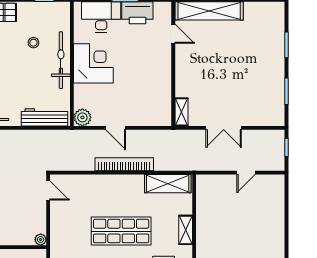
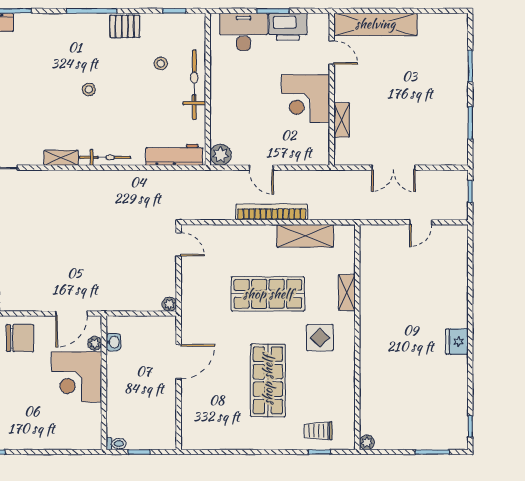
corner desk: (93, 63) -> (305, 99), moved, turned 180
shelving: (181, 112) -> (342, 120), moved
shelving: (168, 184) -> (305, 236), moved

